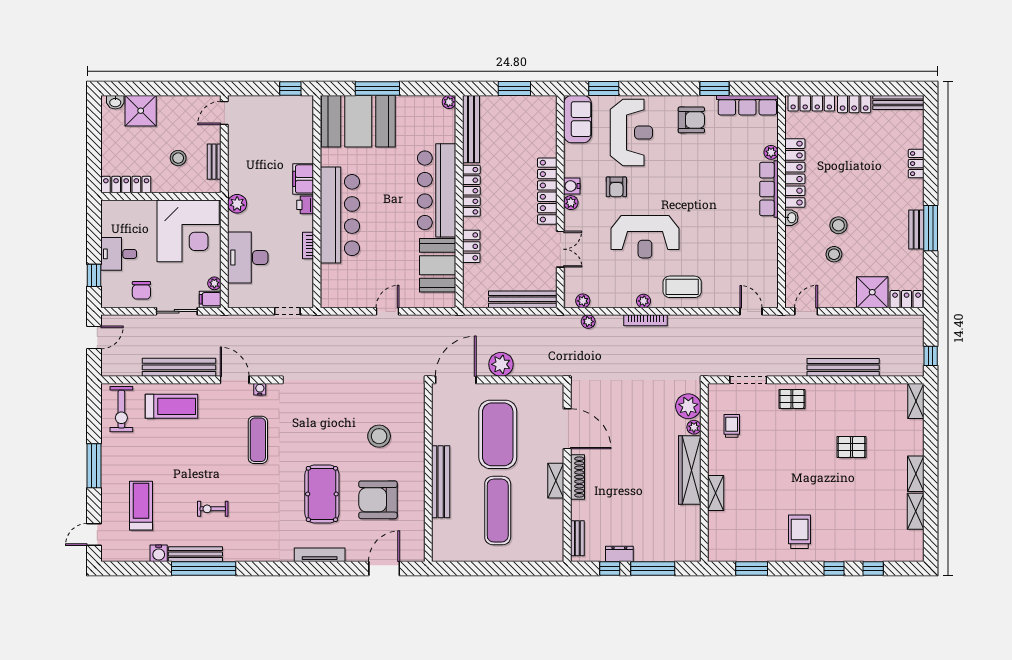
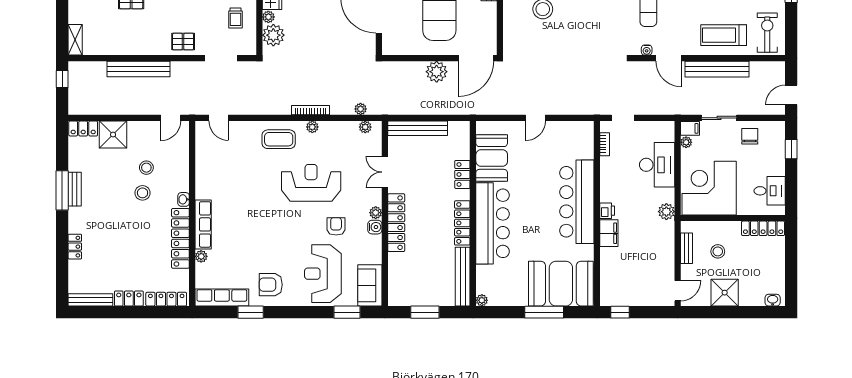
shower: (141, 111) -> (725, 293), moved
bookcase: (308, 246) -> (605, 144), moved
desk: (119, 254) -> (770, 191), moved

